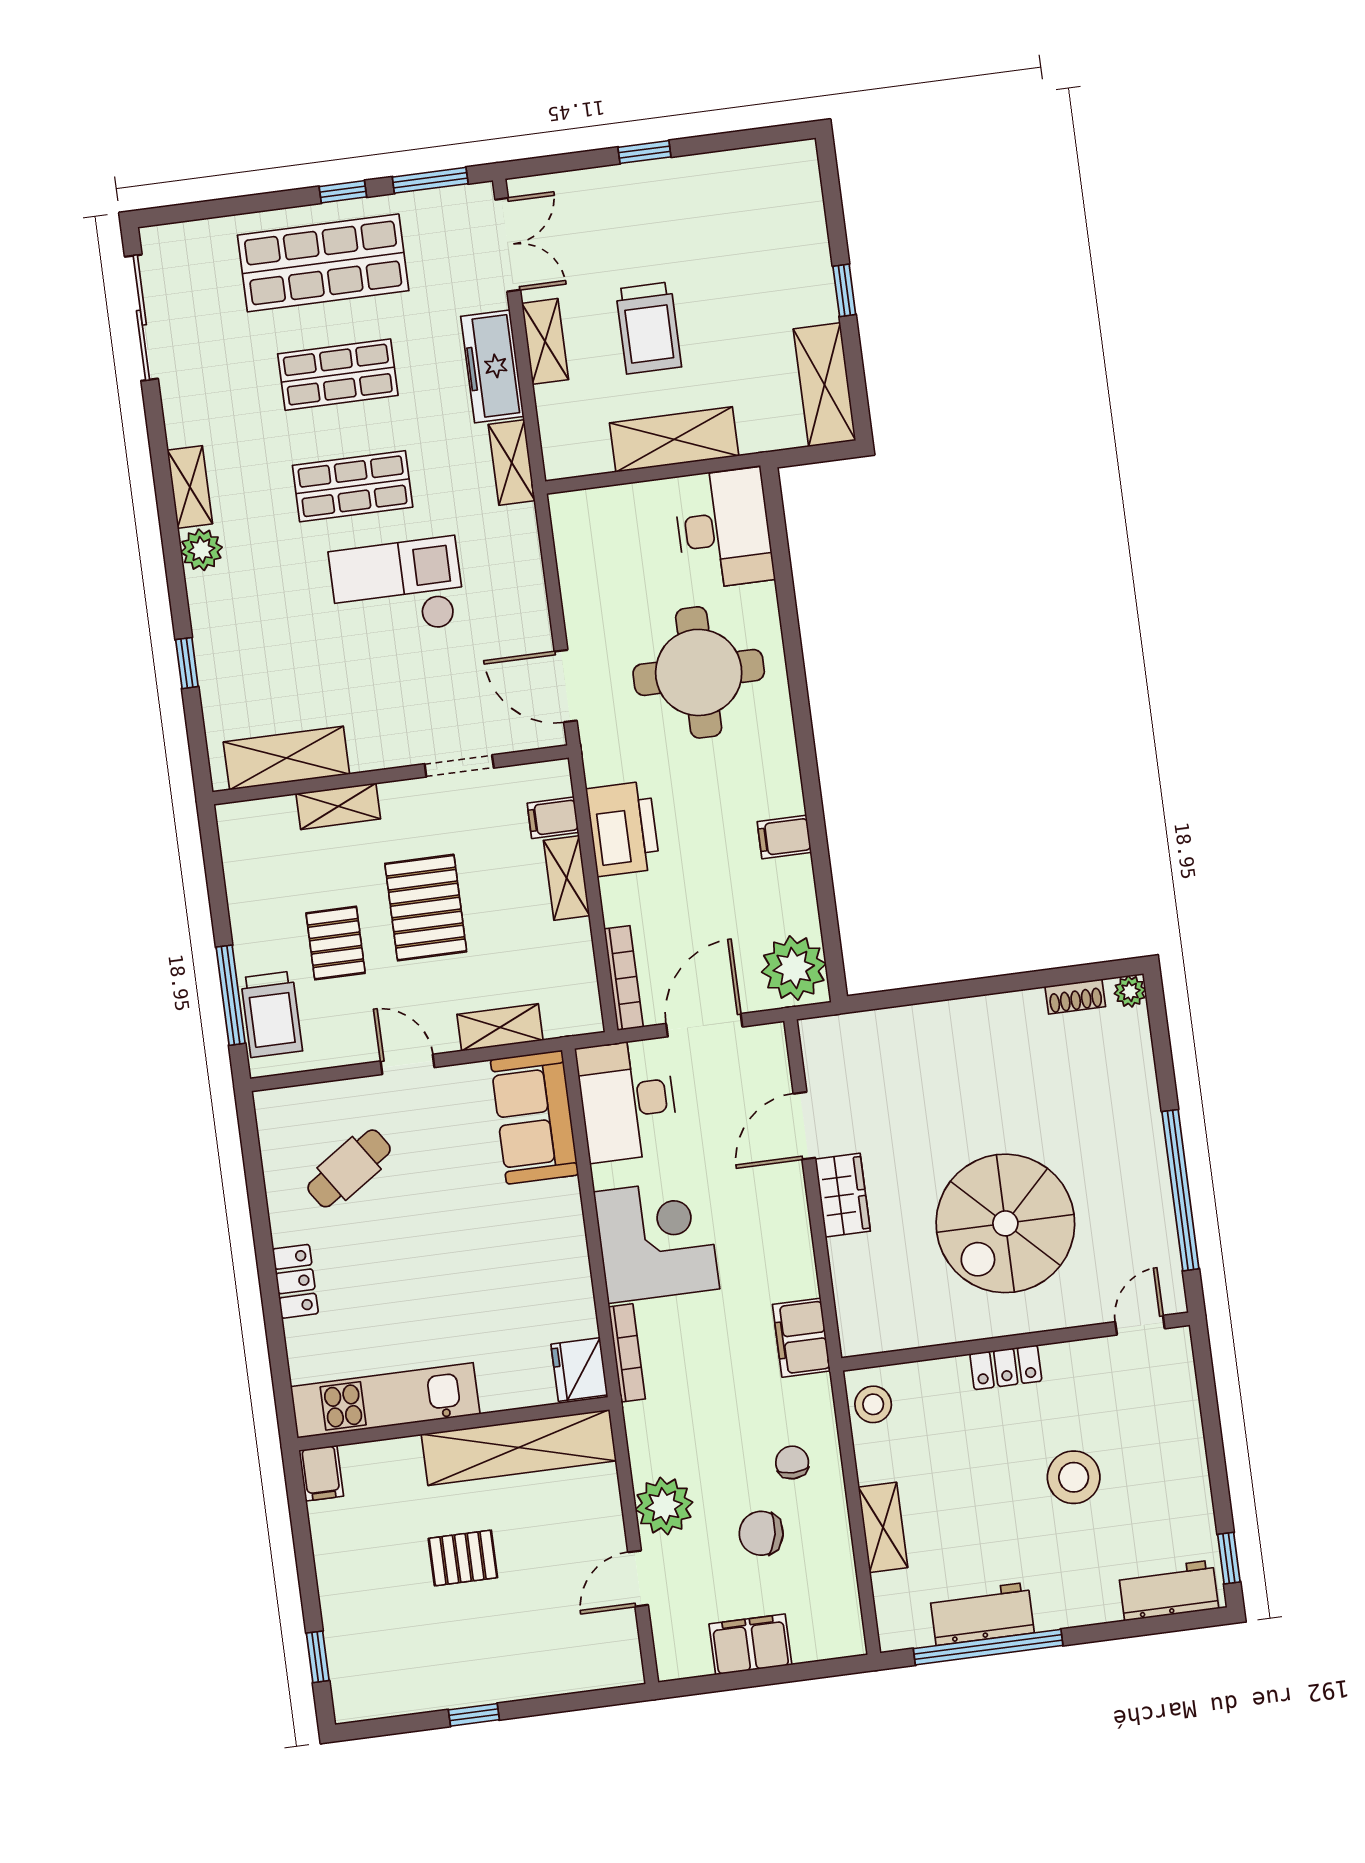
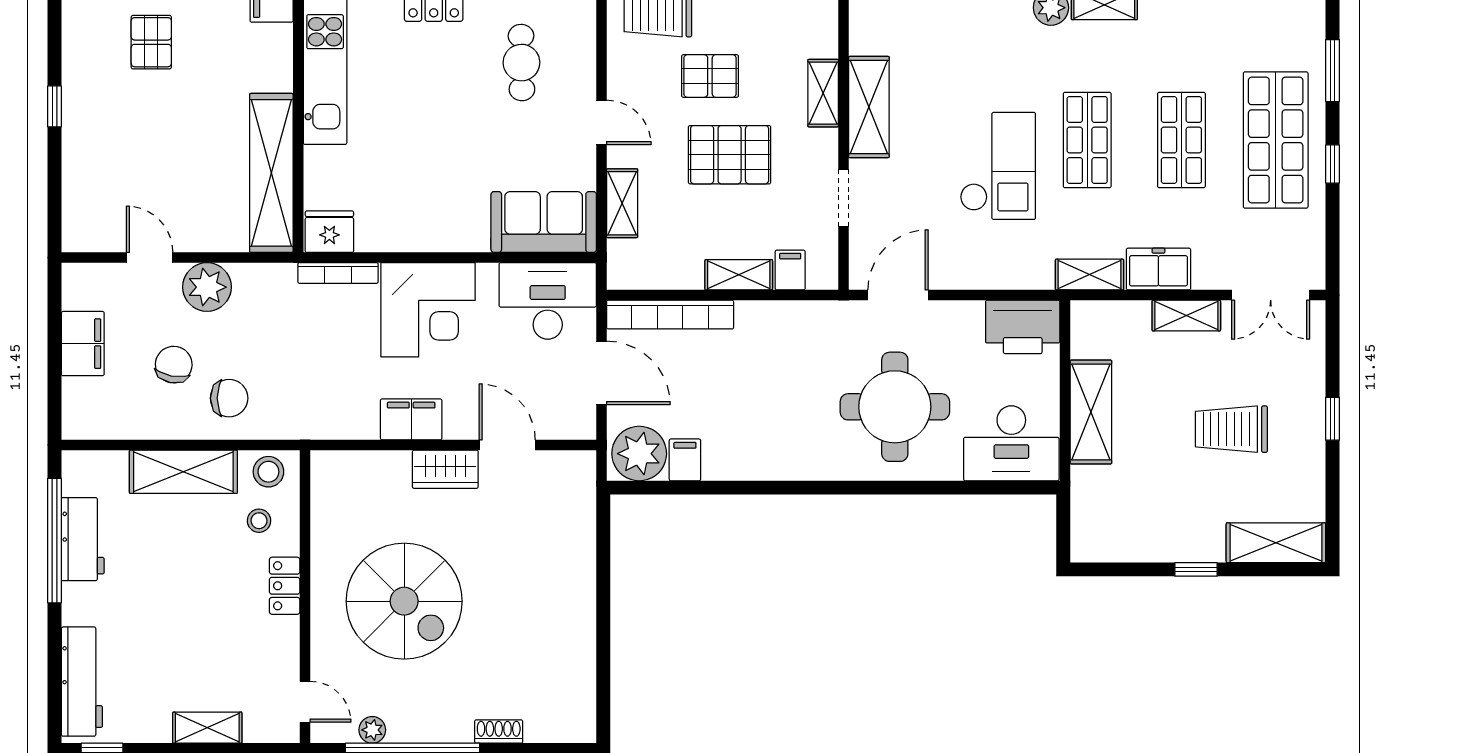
window: (430, 180) -> (1333, 71), moved
trolley: (649, 328) -> (1231, 429), moved
freezer: (492, 366) -> (1158, 269), width x0.71
shelving: (825, 385) -> (1276, 543), moved
shelving: (286, 758) -> (869, 107), moved
printer: (623, 829) -> (1023, 327), moved
filing cabinet: (784, 837) -> (685, 460), moved
bookcase: (624, 978) -> (670, 315), width x1.48, depth x1.31
plant: (1130, 991) -> (372, 730), moved
shoe rack: (1075, 997) -> (499, 732), moved, turned 90
door: (408, 1064) -> (601, 122), hinge flipped
cafe table: (349, 1168) -> (521, 63), turned 33
spiral stairs: (1005, 1223) -> (404, 601), turned 180
filing cabinet: (801, 1338) -> (411, 419), moved
shelving: (1186, 1437) -> (207, 728), added
chair: (792, 1462) -> (229, 398), width x1.37, depth x1.37
stool: (1074, 1477) -> (259, 521), moved, width x0.53, depth x0.53
shelving: (883, 1527) -> (183, 472), width x1.50, depth x1.33
pallet: (463, 1558) -> (151, 42), moved
workbench: (1169, 1590) -> (82, 682), width x1.37

